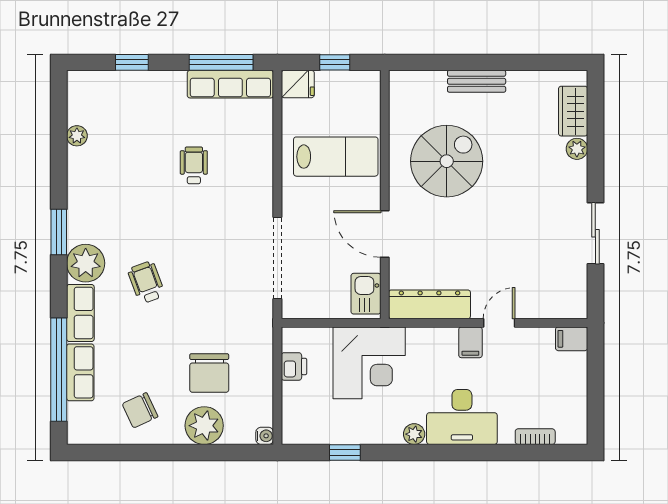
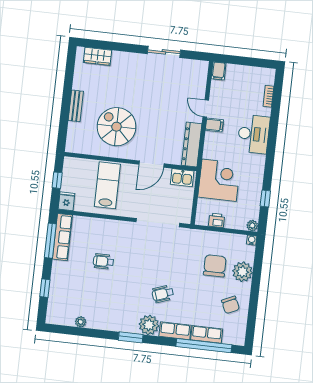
plant: (577, 149) -> (118, 57), removed
chair: (209, 373) -> (215, 266), turned -90
plant: (414, 434) -> (252, 226), moved

